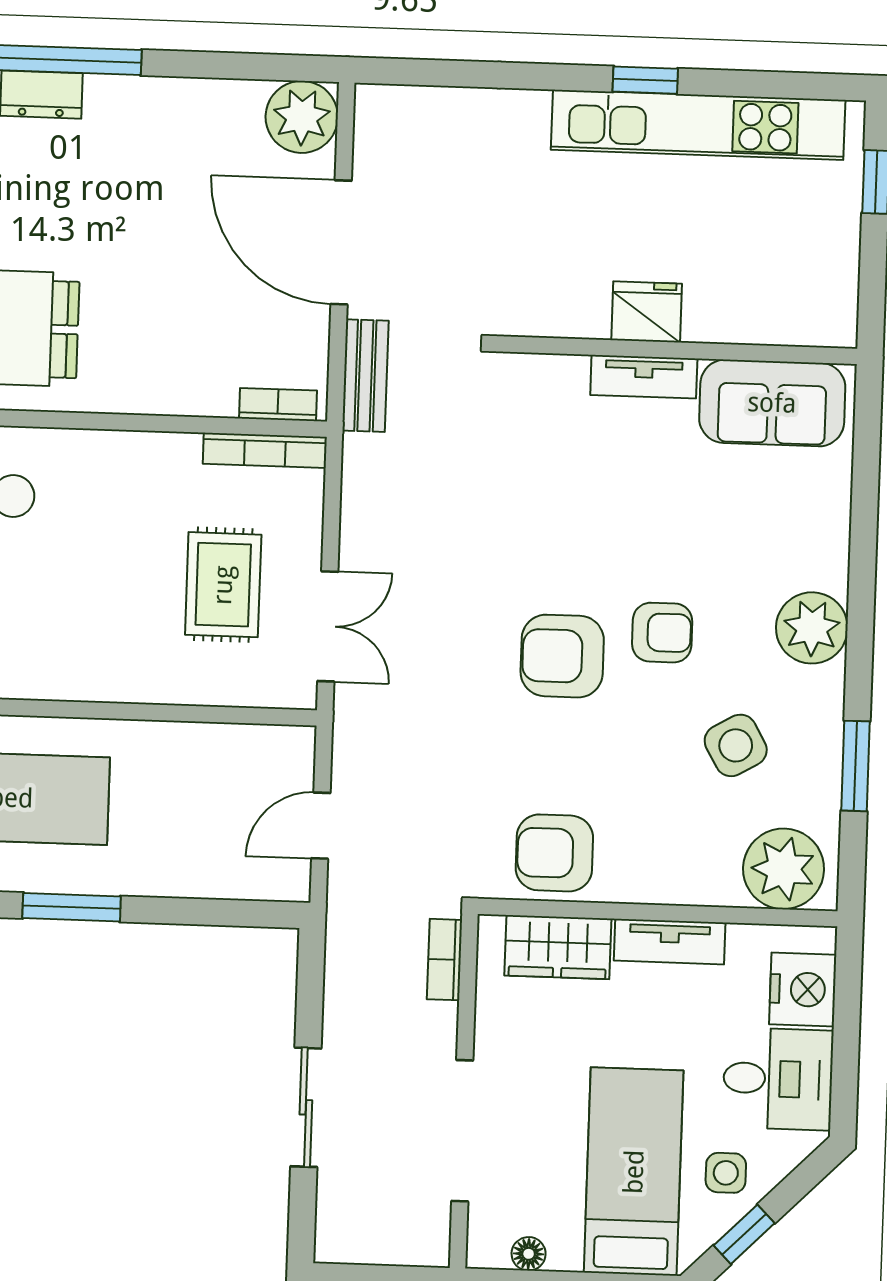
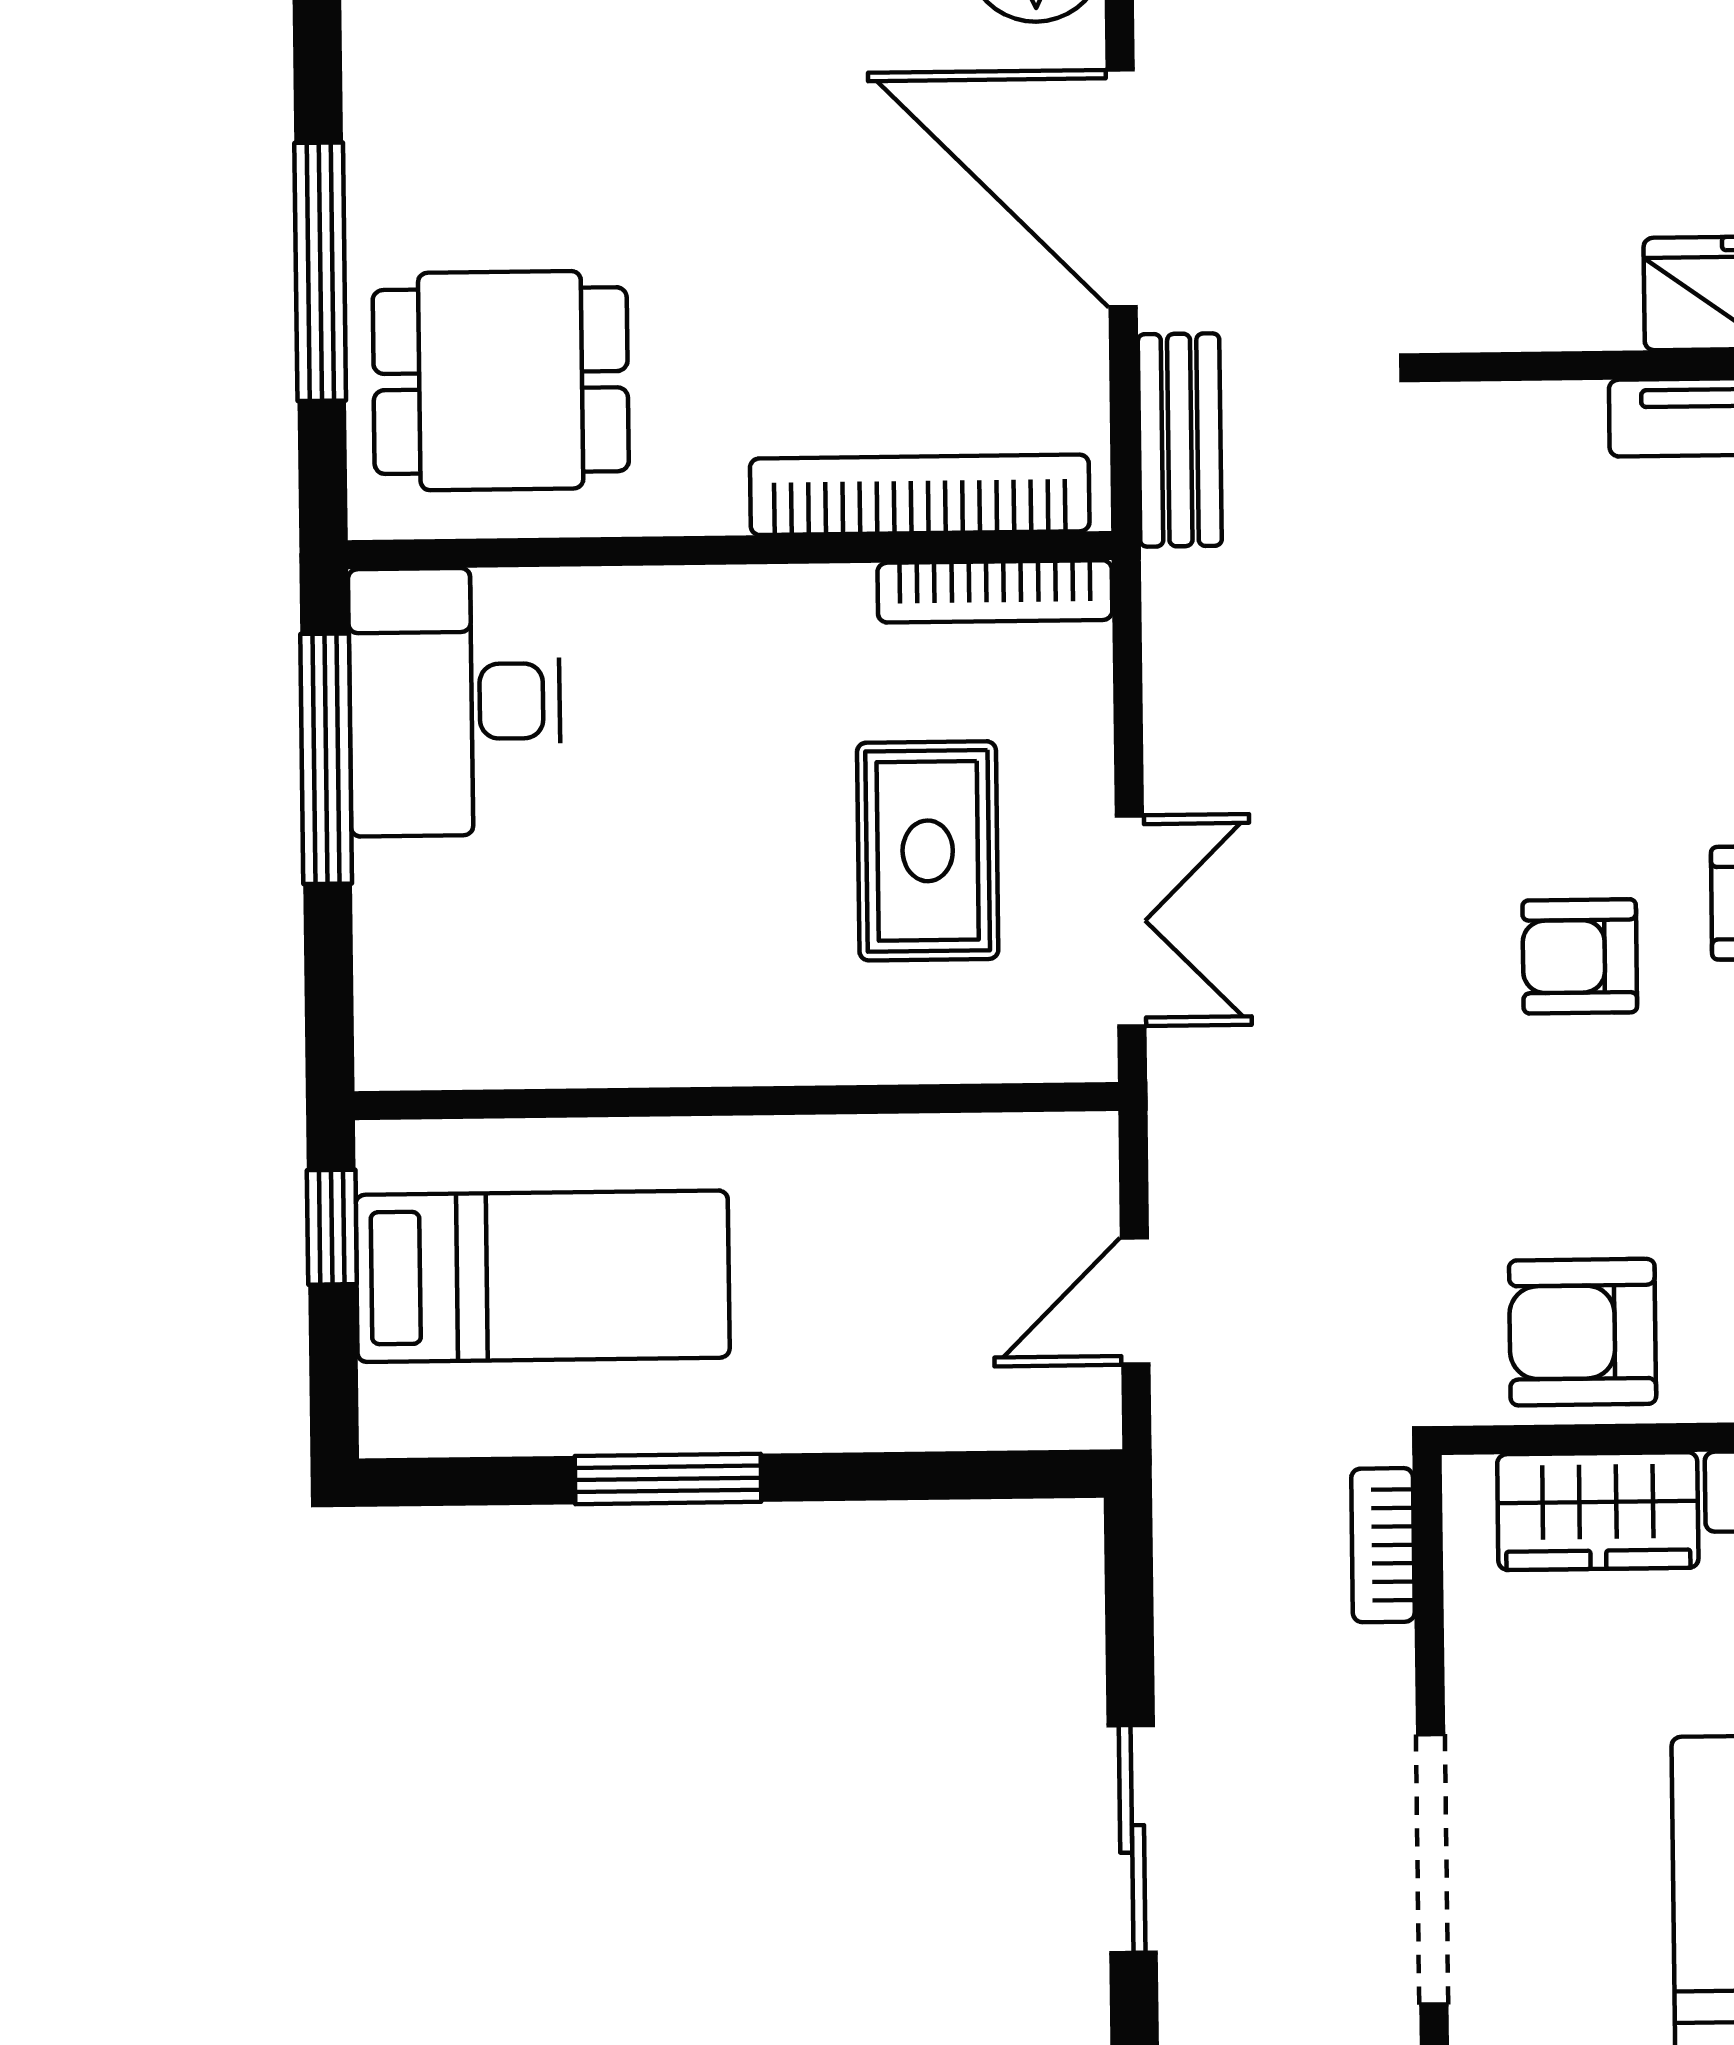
bookcase: (278, 404) -> (920, 495), width x2.31, depth x1.31
armchair: (562, 656) -> (1580, 956), width x0.72, depth x0.72

